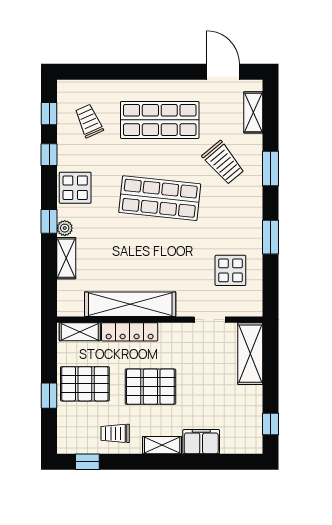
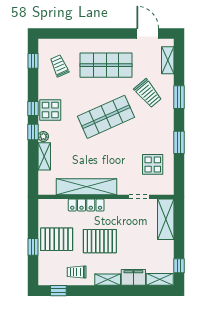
window: (49, 155) -> (33, 109), moved
shop shelf: (160, 198) -> (106, 117), turned -30
shelving: (80, 332) -> (160, 279), moved

